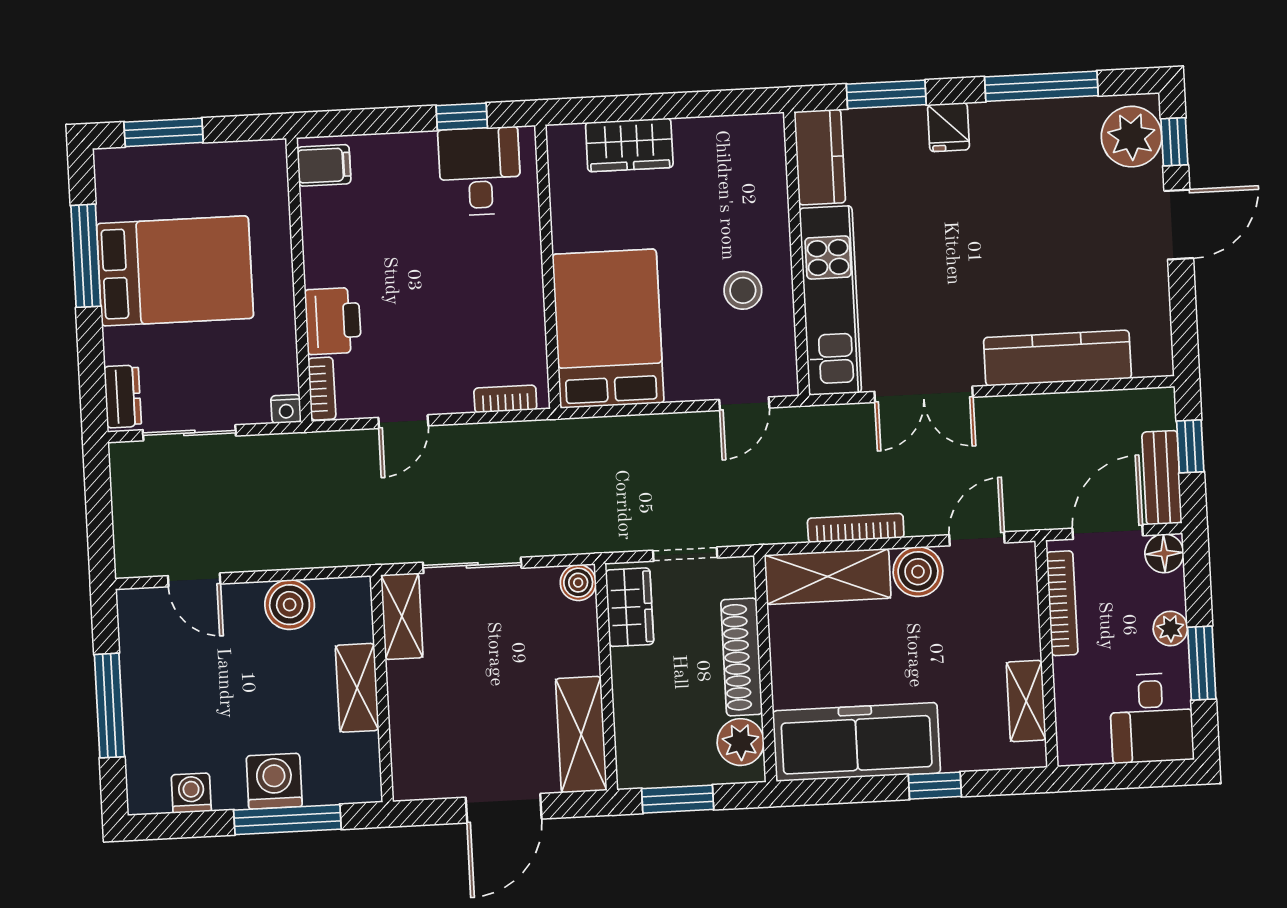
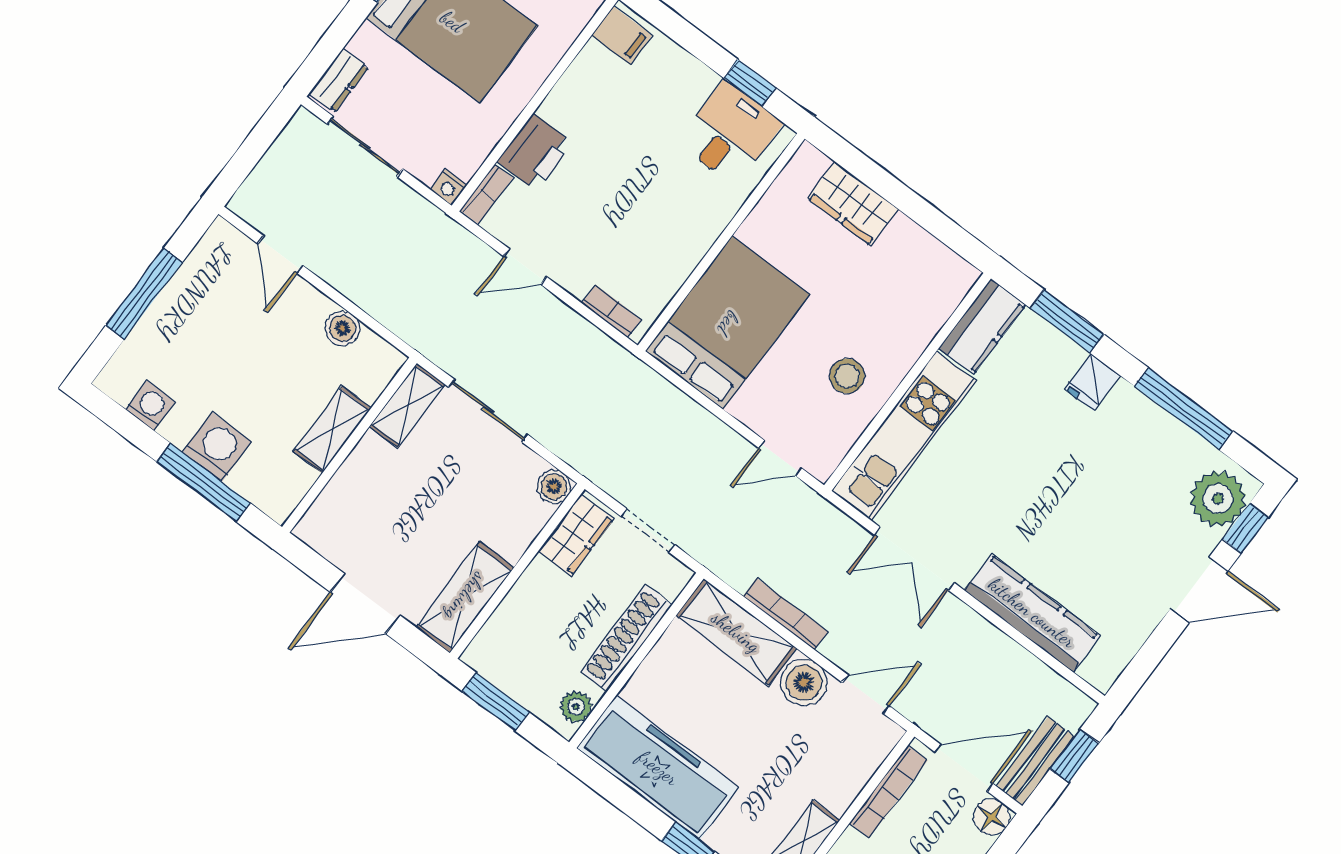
boiler: (290, 605) -> (342, 328), width x0.73, depth x0.73
plant: (741, 742) -> (576, 707), width x0.73, depth x0.73

